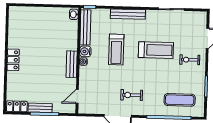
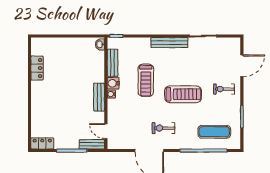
bench: (128, 14) -> (169, 43), moved
bench: (85, 27) -> (113, 63), width x0.73
treadmill: (156, 50) -> (183, 94), moved
locker: (13, 60) -> (37, 68), moved
door: (77, 96) -> (106, 131), hinge flipped
bench: (40, 108) -> (92, 144), moved

